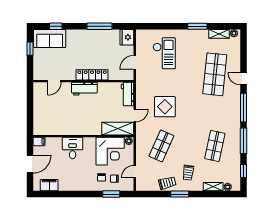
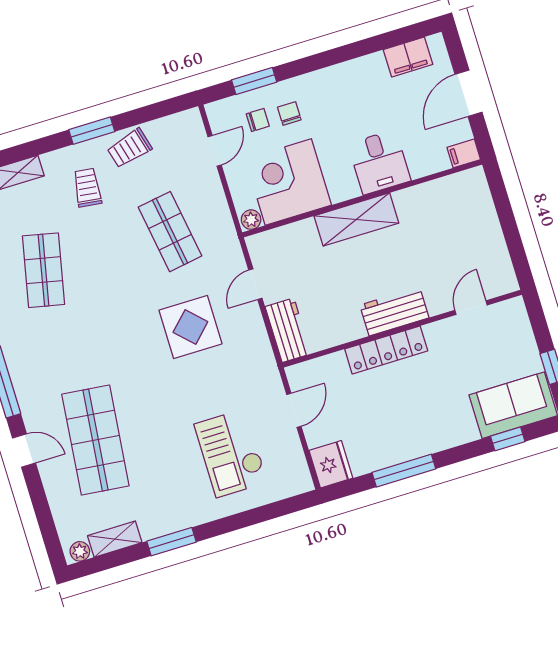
shelving: (118, 129) -> (356, 219), moved
shop shelf: (161, 146) -> (170, 232), turned -33

